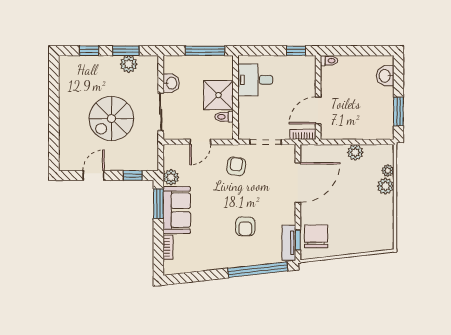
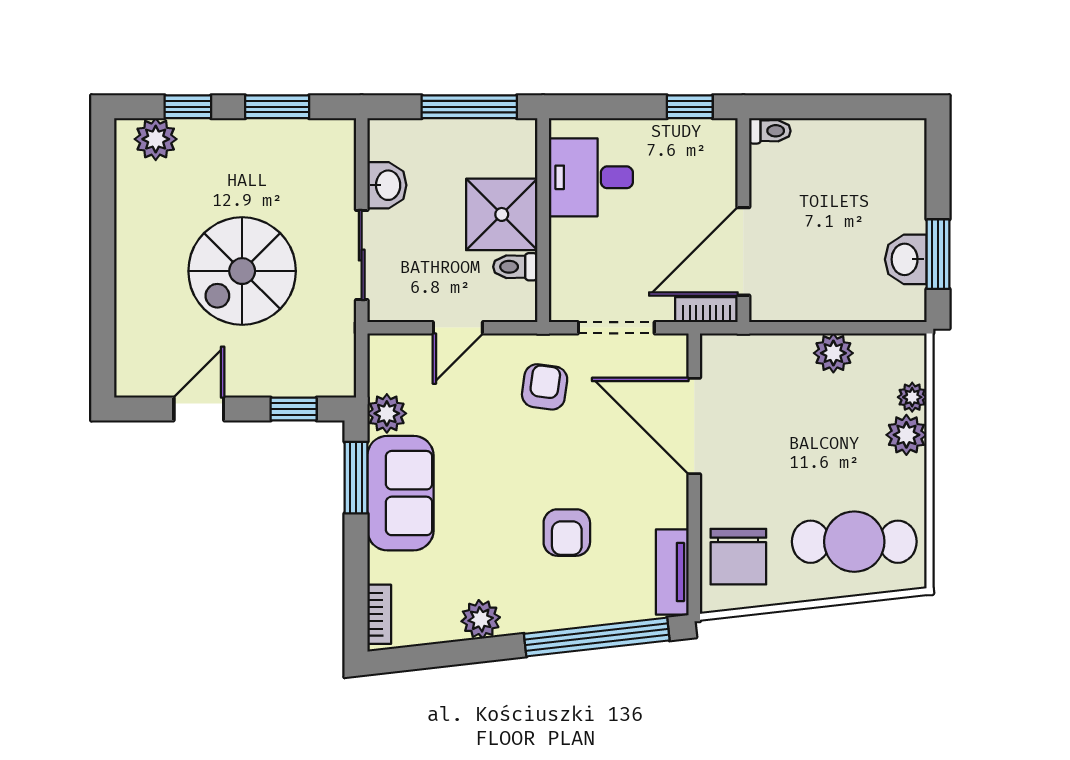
plant: (129, 64) -> (156, 139), moved
washbasin: (385, 76) -> (906, 259), moved
door: (318, 110) -> (743, 251), width x1.36
door: (298, 182) -> (694, 426), swing flipped
cafe table: (364, 230) -> (854, 542), added
chair: (316, 236) -> (738, 557), turned 180
window: (298, 240) -> (694, 565), removed
bookcase: (168, 247) -> (379, 614), moved
plant: (210, 262) -> (481, 619), added

